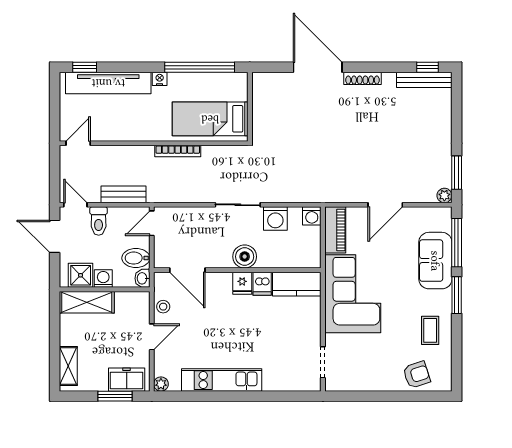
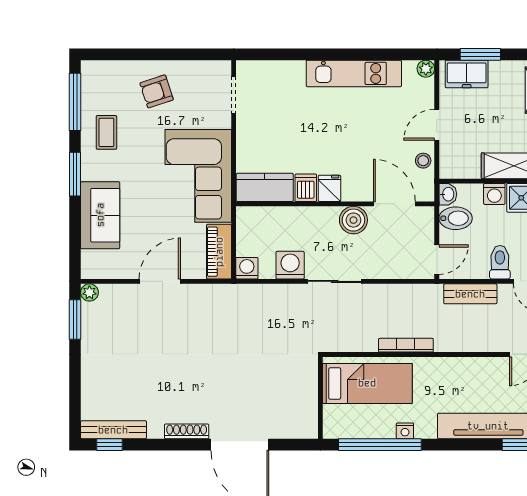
nightstand: (160, 79) -> (405, 431), moved
window: (457, 243) -> (75, 102), moved
boiler: (245, 257) -> (353, 220), moved
armchair: (417, 375) -> (157, 91), moved

